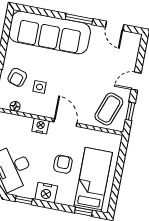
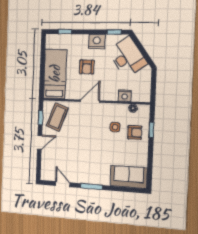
sofa: (50, 32) -> (129, 177), width x0.54, depth x0.79
armchair: (17, 77) -> (135, 132), turned 73
door: (65, 122) -> (90, 101), swing flipped
nightstand: (40, 126) -> (125, 96), moved
bed: (93, 180) -> (55, 74), moved, turned 180

